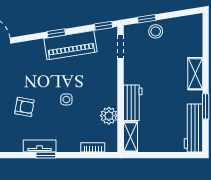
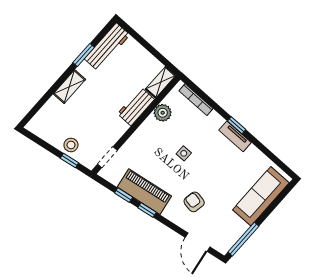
window: (104, 26) -> (124, 195), moved
armchair: (24, 107) -> (194, 202), moved
bookcase: (93, 147) -> (196, 100), width x1.56

